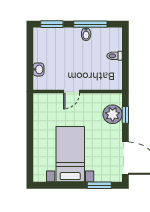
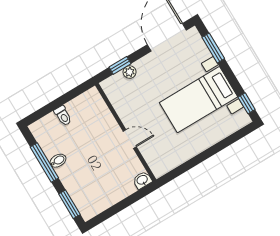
washbasin: (39, 69) -> (142, 180), moved
plant: (113, 114) -> (130, 72), width x0.53, depth x0.53
window: (48, 185) -> (247, 103), added

